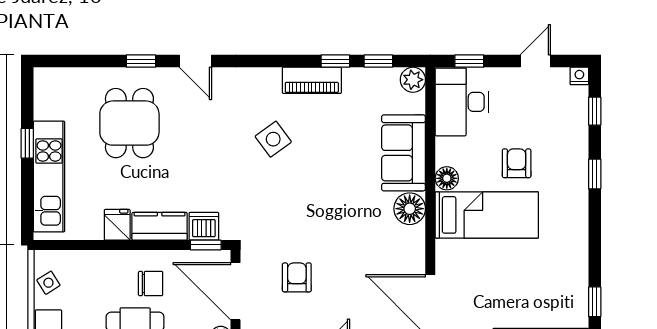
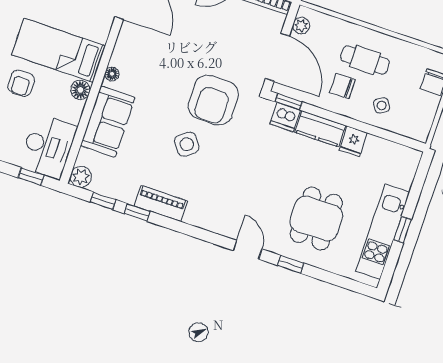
side table: (273, 139) -> (187, 144), moved
kitchen unit: (49, 176) -> (383, 232), moved
floor lamp: (410, 209) -> (112, 74), width x0.53, depth x0.53
armchair: (297, 277) -> (213, 100), moved, width x1.88, depth x1.88
side table: (48, 283) -> (382, 106), moved

